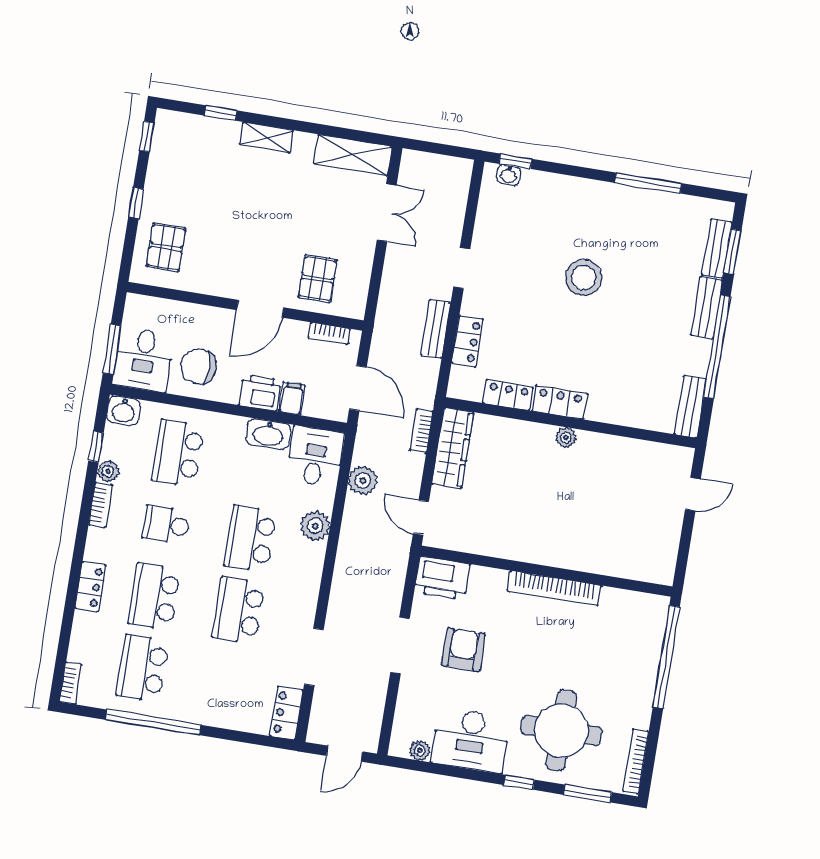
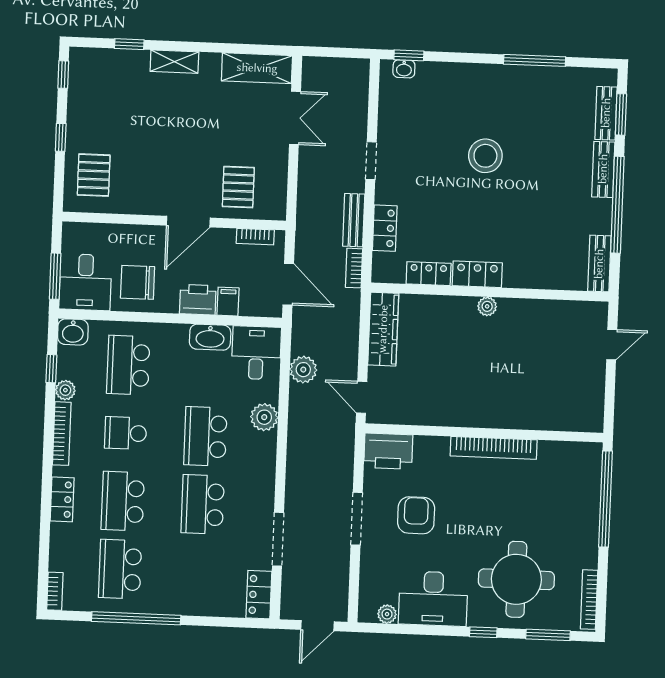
bookcase: (421, 431) -> (354, 268), moved
bookcase: (100, 505) -> (62, 434), width x1.56

